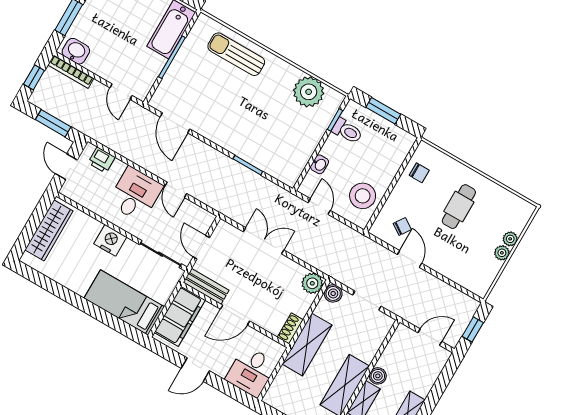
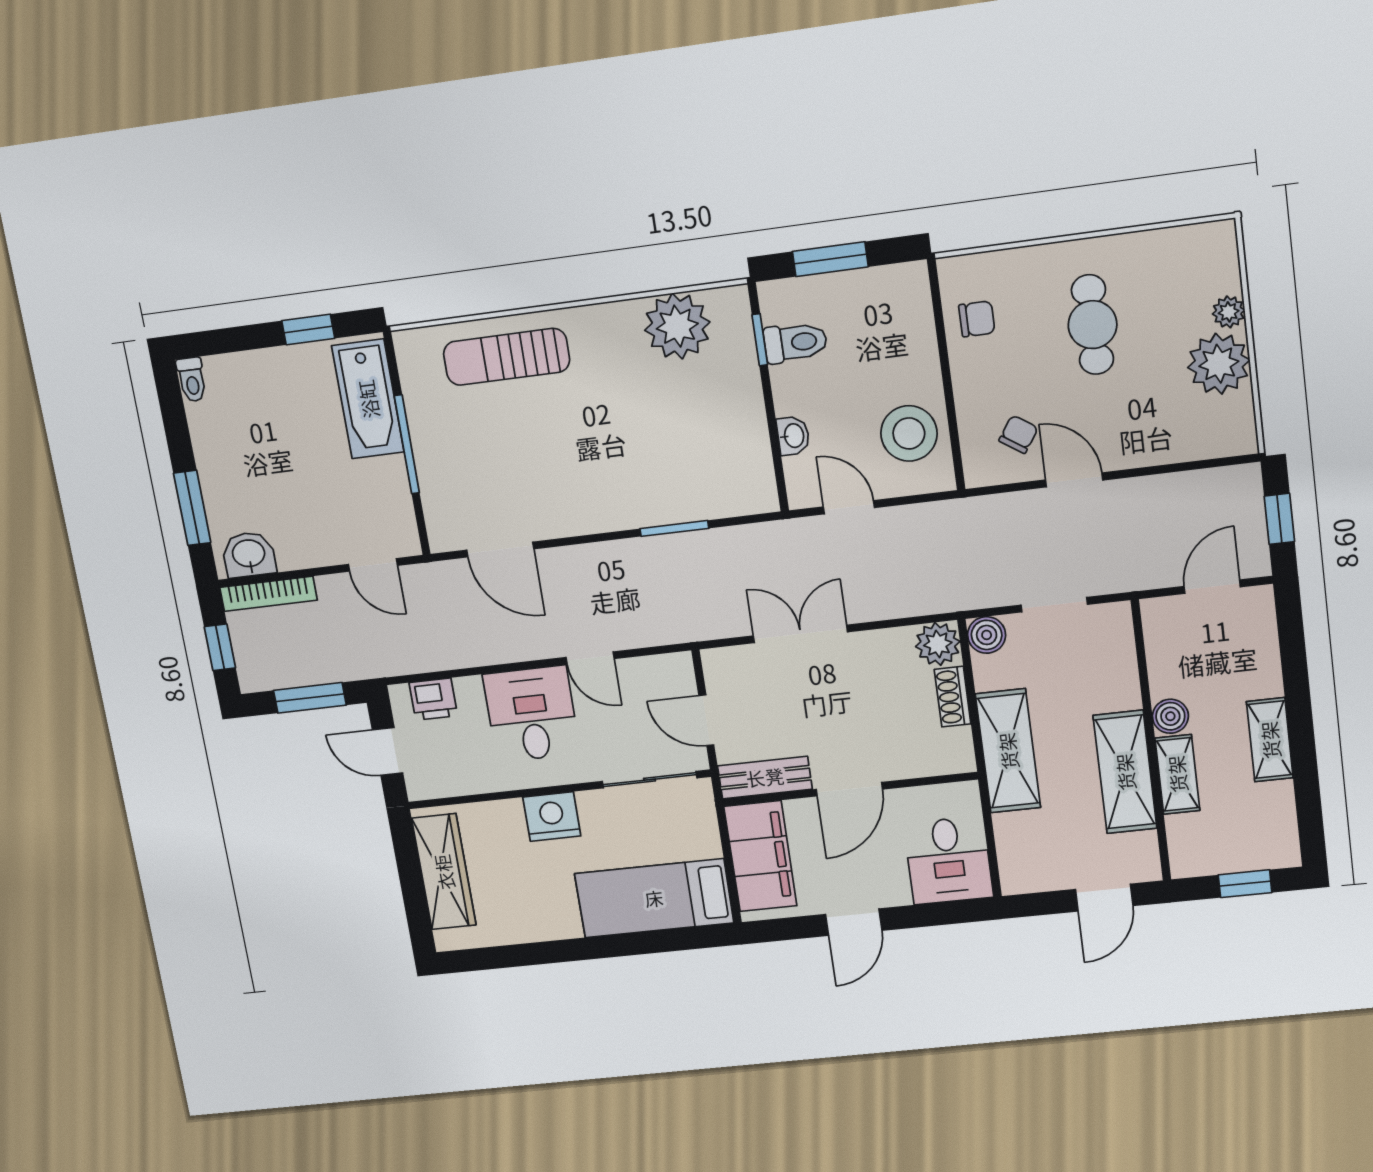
plant: (502, 253) -> (1219, 364), width x1.88, depth x1.88
shoe rack: (290, 328) -> (953, 697), moved

